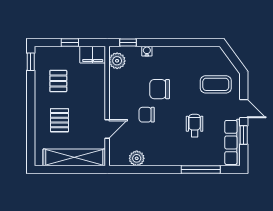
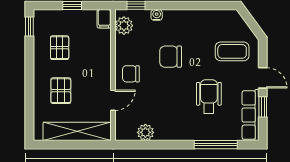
filing cabinet: (93, 55) -> (104, 19), width x0.50
chair: (147, 115) -> (131, 74), moved
wheelchair: (195, 126) -> (209, 96), width x1.36, depth x1.37

